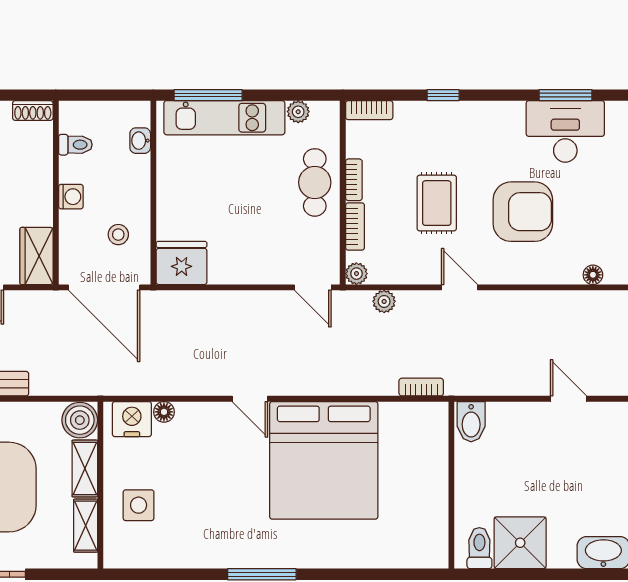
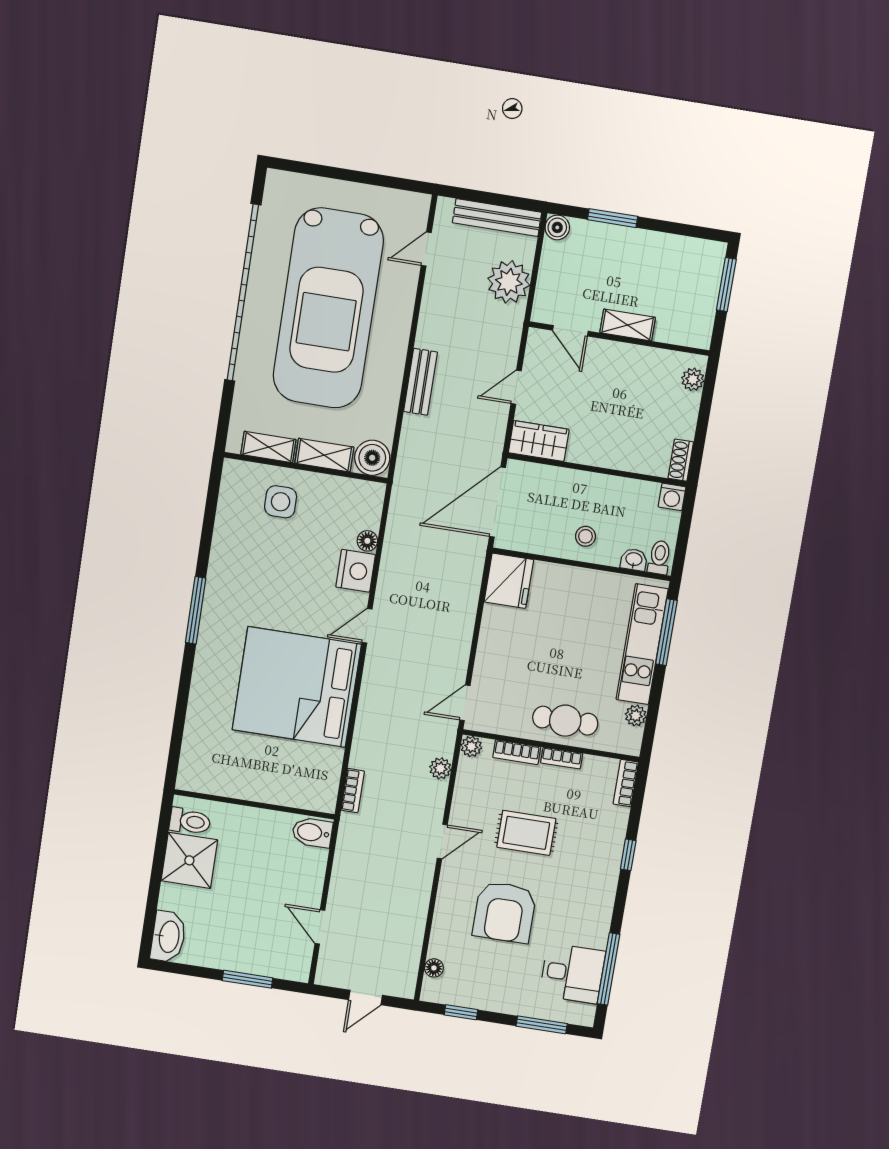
window: (565, 95) -> (609, 969), width x1.44
desk: (565, 131) -> (572, 973), width x0.73
toilet: (75, 145) -> (659, 557), moved, turned 180
washing machine: (71, 197) -> (672, 497), moved
stool: (118, 235) -> (586, 536), moved
door: (568, 399) -> (320, 927), swing flipped
nightstand: (132, 419) -> (356, 571), moved

